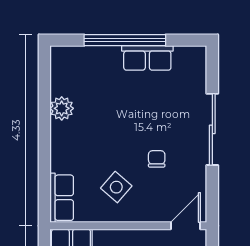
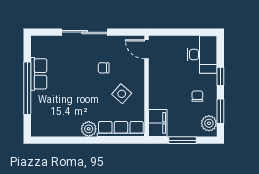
plant: (62, 108) -> (89, 129), moved
row of seats: (62, 198) -> (121, 129), width x1.48

